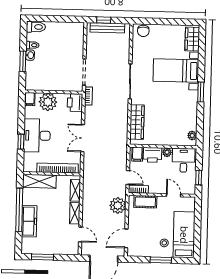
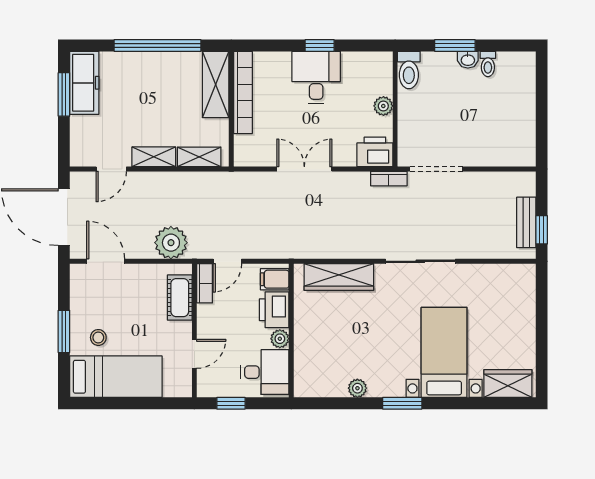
window: (104, 20) -> (542, 230), moved
toilet: (36, 27) -> (409, 70), moved
bench: (107, 28) -> (526, 222), width x0.73
chair: (143, 31) -> (522, 285), removed
filing cabinet: (30, 99) -> (380, 61), removed
plant: (48, 102) -> (383, 106), width x0.53, depth x0.53
desk: (37, 136) -> (316, 77), width x0.73
plant: (192, 136) -> (357, 388), moved
window: (21, 142) -> (320, 45), moved
bookcase: (58, 168) -> (243, 92), moved
freezer: (29, 221) -> (84, 83), moved, turned -90

